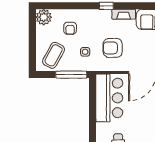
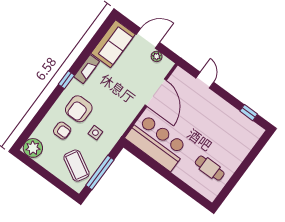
armchair: (113, 48) -> (79, 109), moved
window: (71, 75) -> (100, 173), moved

